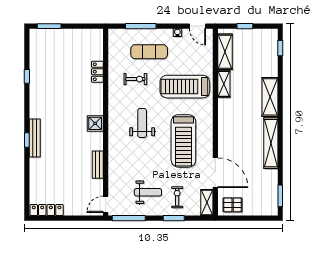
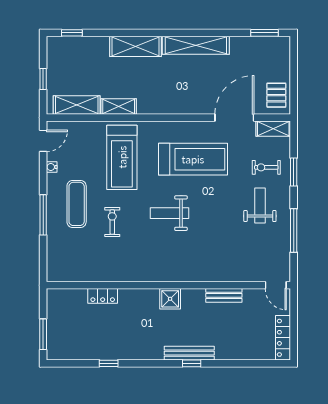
locker: (97, 72) -> (103, 296), moved
wall: (106, 122) -> (168, 285), moved
shower: (95, 123) -> (170, 299), moved
bench: (98, 165) -> (224, 295), moved
door: (106, 204) -> (276, 285), moved

